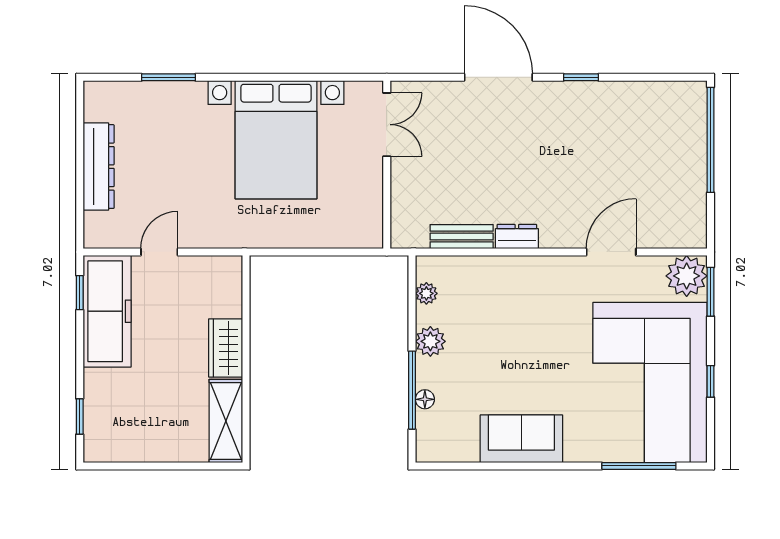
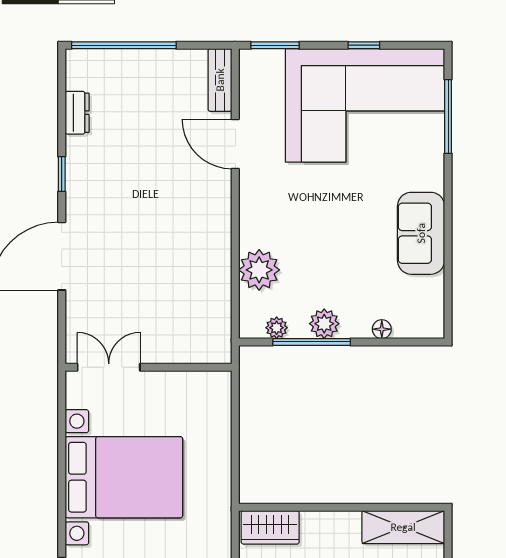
dresser: (517, 236) -> (77, 113), moved, turned 180
bench: (462, 237) -> (220, 80), moved
plant: (687, 276) -> (259, 270), moved
wardrobe: (226, 348) -> (270, 527), moved
window: (412, 390) -> (312, 342), moved

